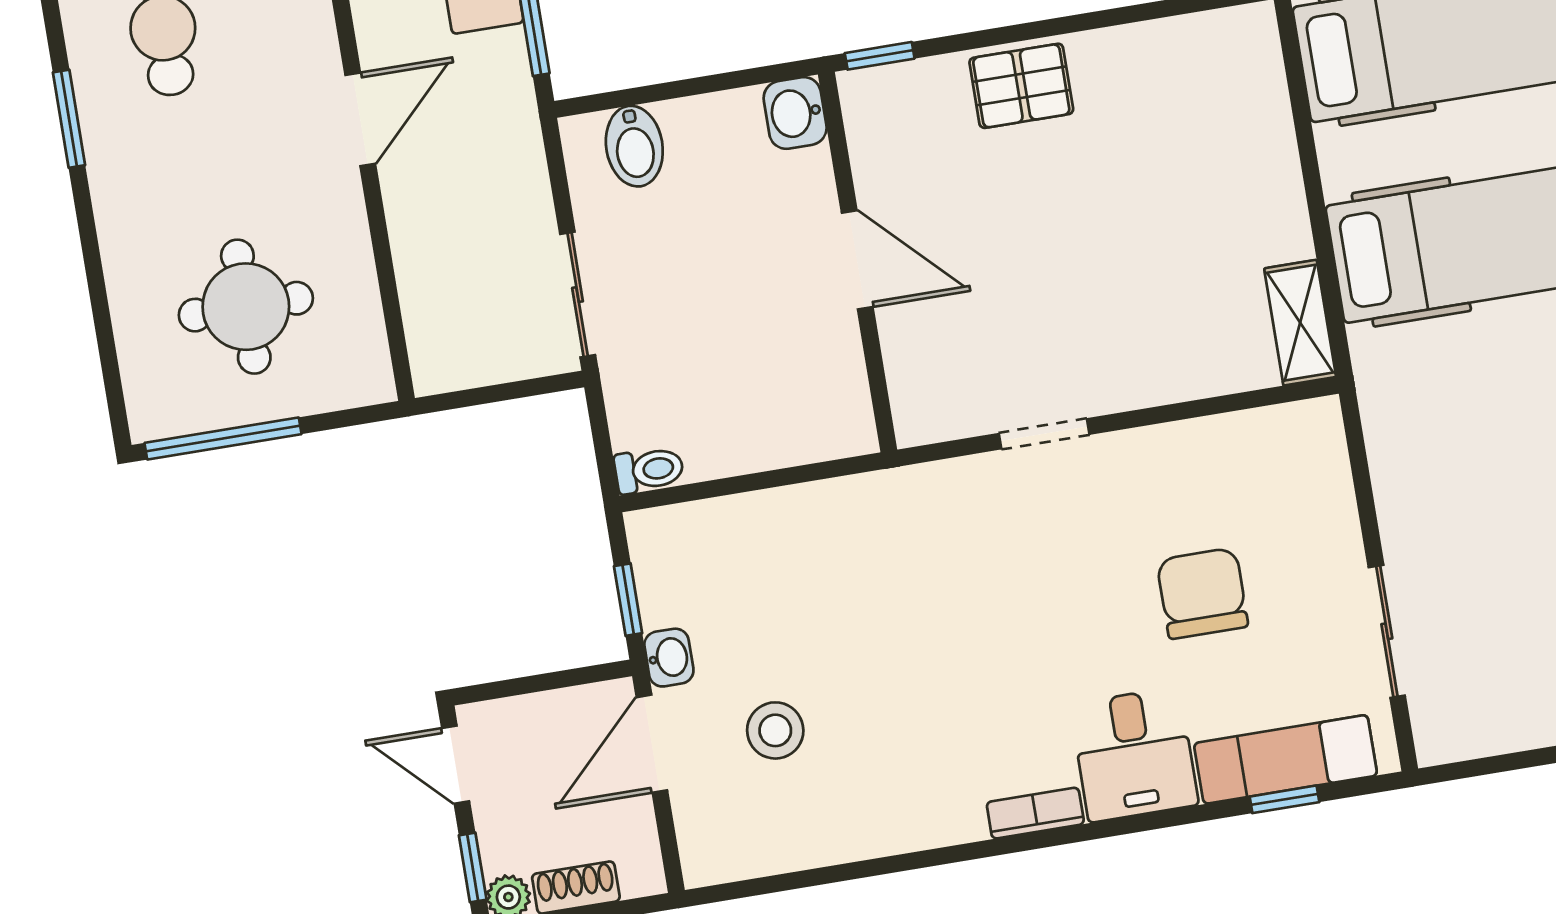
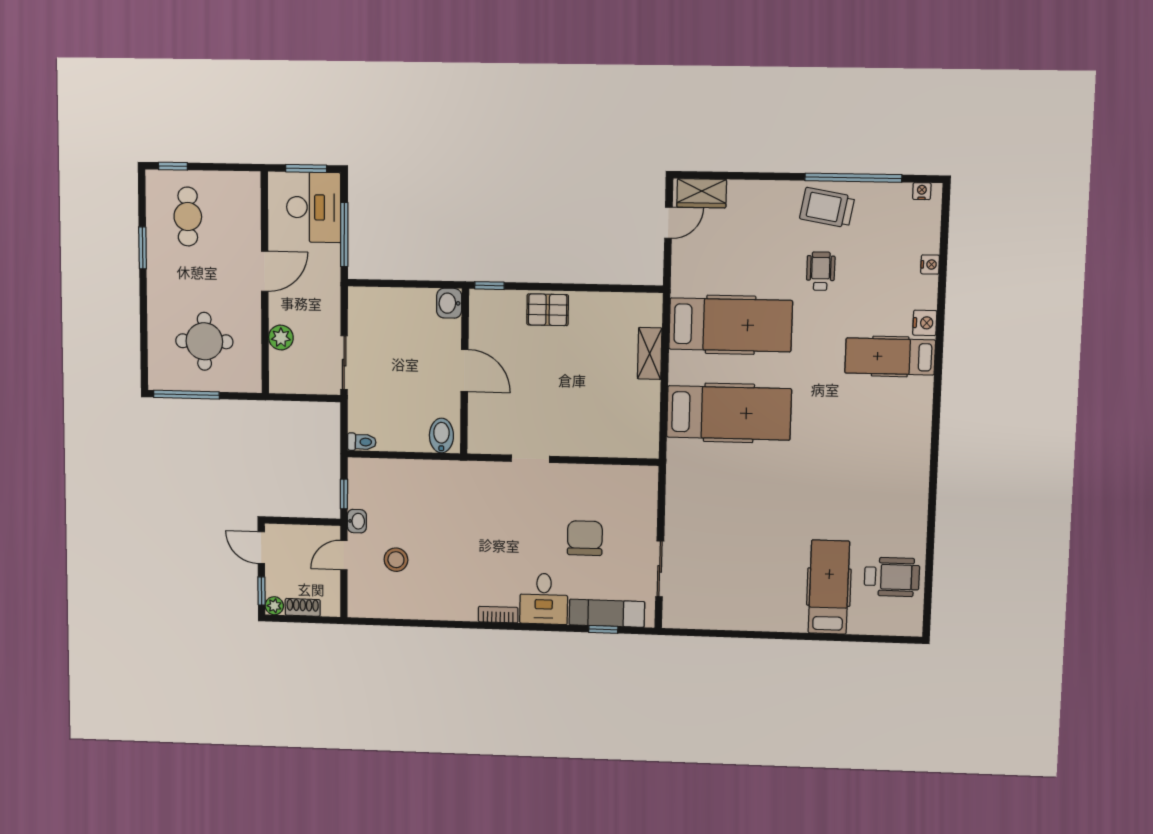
bidet: (634, 146) -> (441, 436), moved, turned 180
plant: (422, 264) -> (281, 338), added
shelving: (1300, 323) -> (650, 353), moved
door: (652, 744) -> (344, 555), width x0.73

